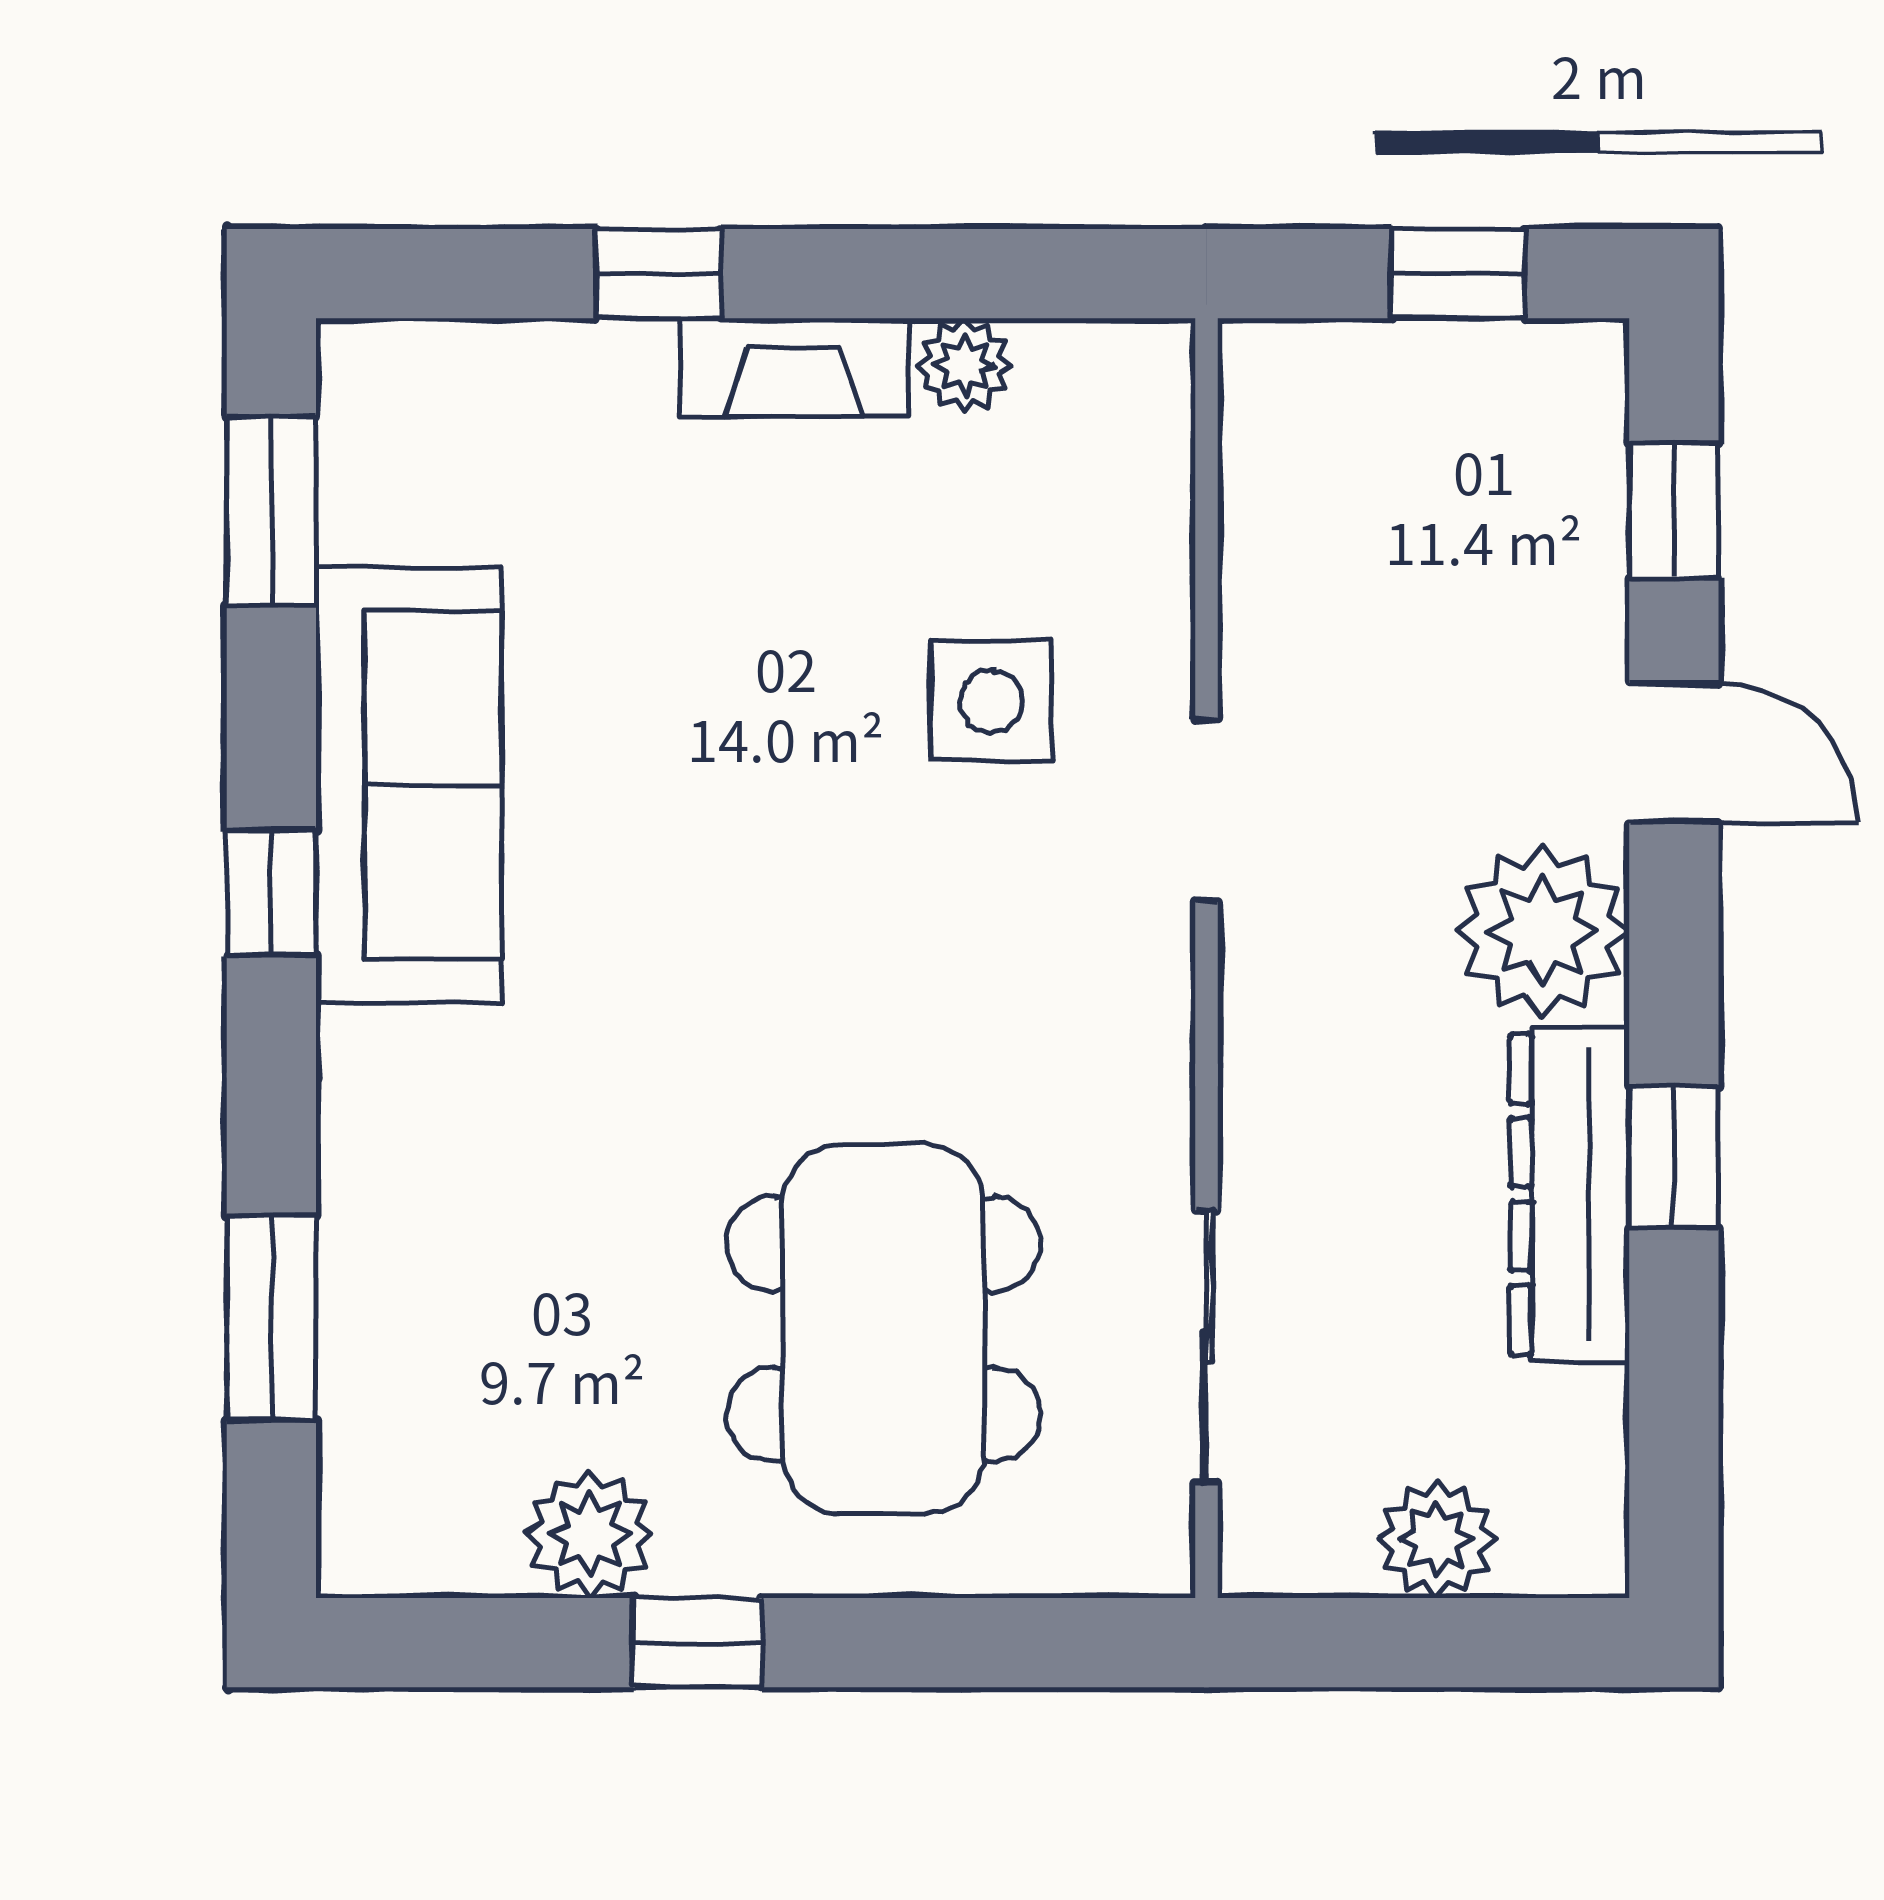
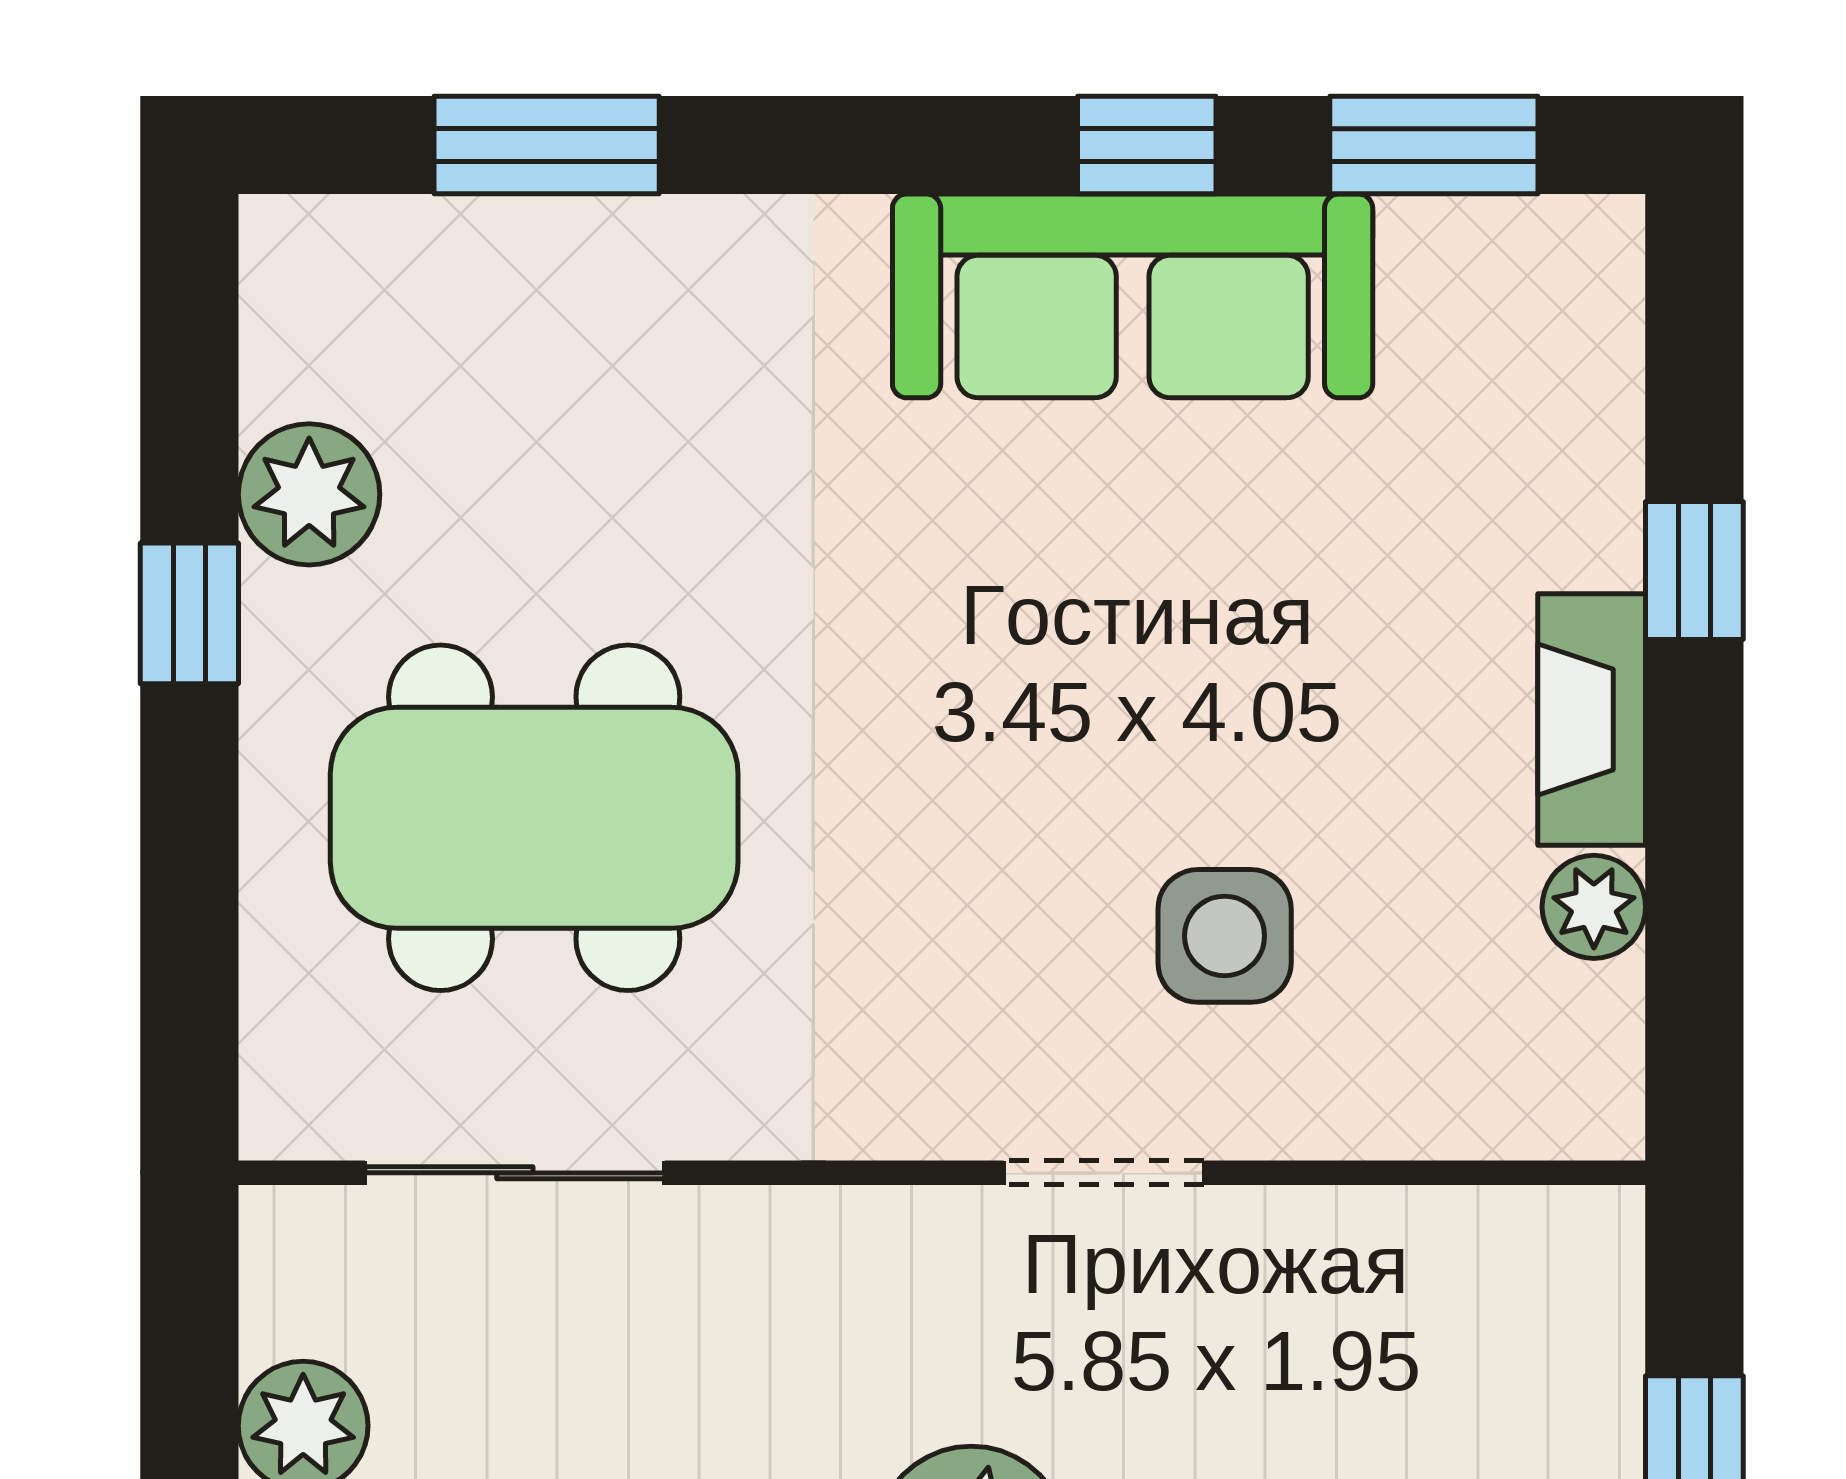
window: (271, 892) -> (1147, 145), moved

